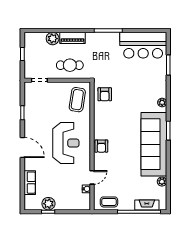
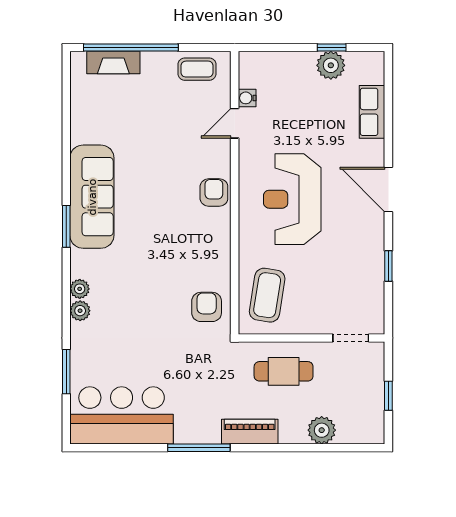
piano: (72, 38) -> (250, 432), moved
sofa: (154, 144) -> (92, 197), width x0.74, depth x0.79
plant: (162, 182) -> (80, 311), moved

